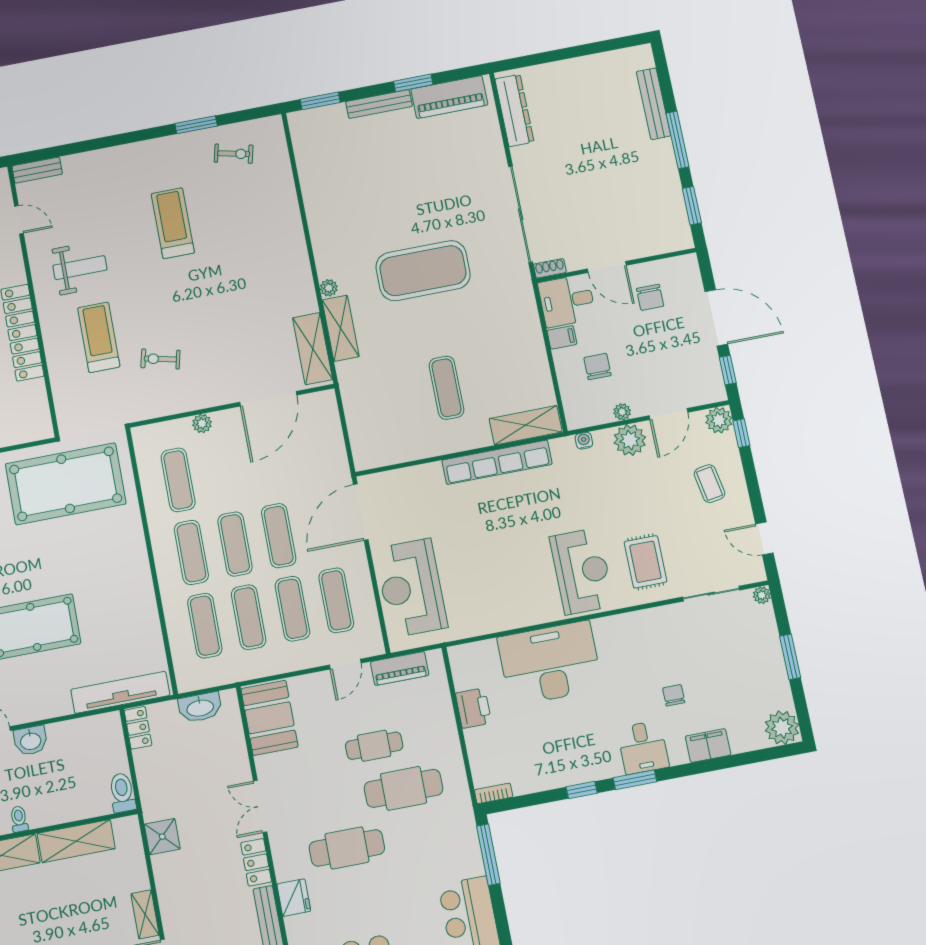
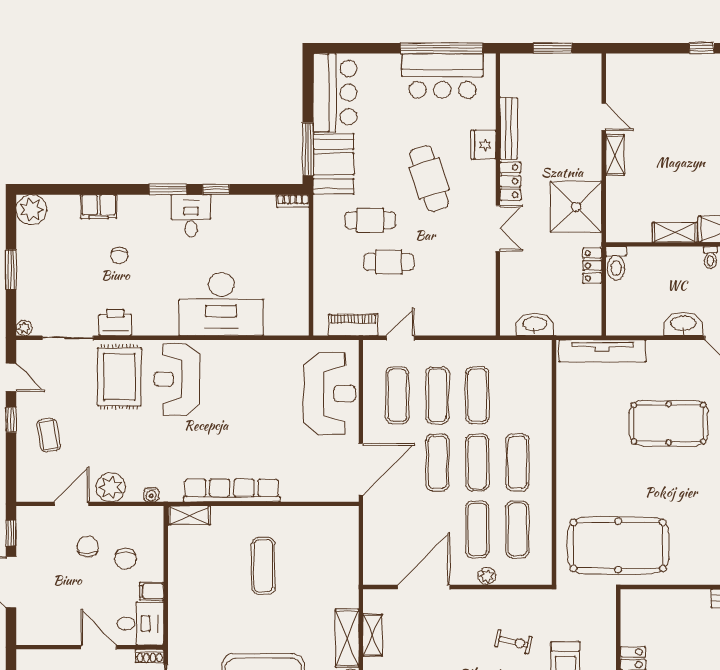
chair: (650, 297) -> (88, 547), moved
shelving: (313, 349) -> (372, 635), width x0.67, depth x0.75
plant: (622, 412) -> (112, 514), removed
plant: (719, 420) -> (28, 490), removed
shelving: (526, 425) -> (190, 515), width x0.67, depth x0.75
window: (741, 433) -> (11, 420), moved
rug: (645, 562) -> (119, 377), width x1.36, depth x1.43
exercise mat: (205, 626) -> (477, 529), moved
printer: (473, 708) -> (115, 322), moved, turned 90
booth: (269, 718) -> (333, 164), moved
locker: (138, 728) -> (592, 266), moved
washbasin: (31, 741) -> (683, 324), width x1.38
desk: (643, 747) -> (191, 216), moved
cafe table: (404, 788) -> (370, 220), width x0.73, depth x0.74
shower: (162, 837) -> (576, 207), width x1.86, depth x1.86
shelving: (76, 841) -> (675, 232), width x0.67, depth x0.75
cafe table: (347, 848) -> (429, 178), turned 72

